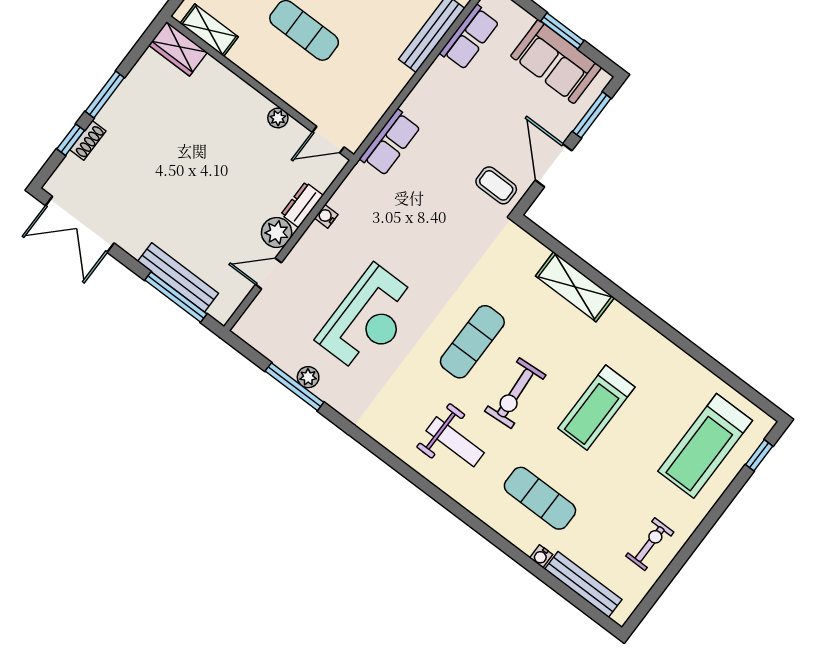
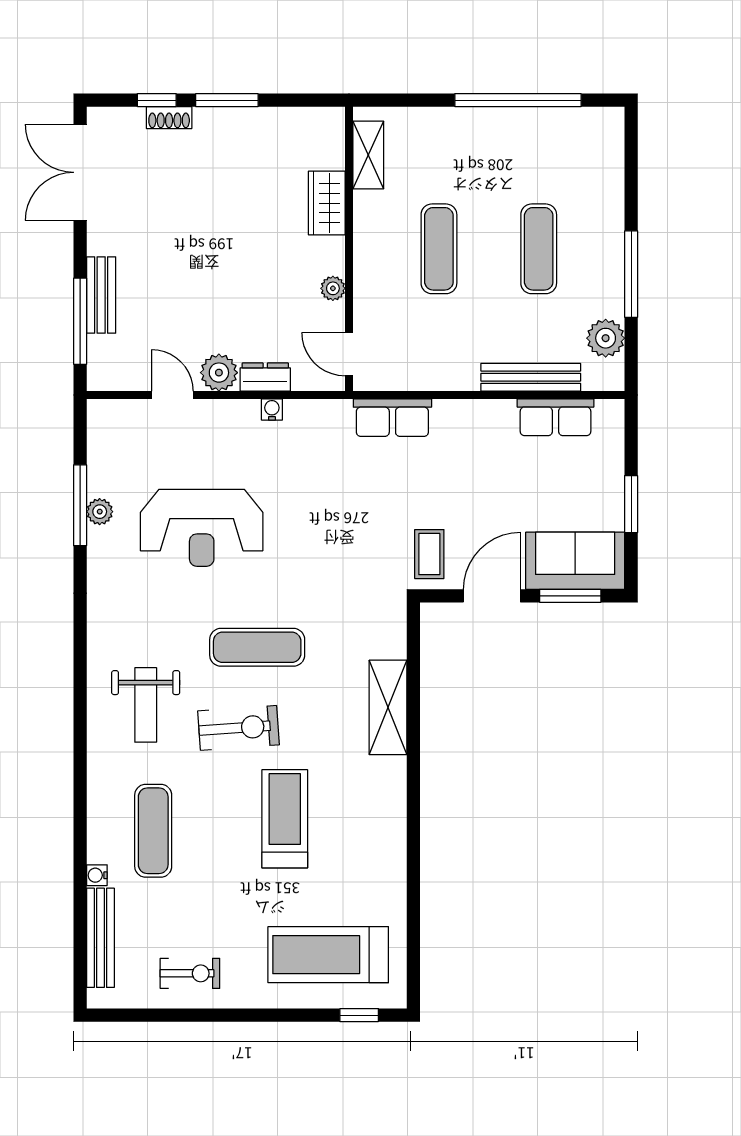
wardrobe: (178, 49) -> (327, 203), moved
sofa: (556, 62) -> (575, 561), moved, turned 90
bench: (178, 277) -> (101, 295), width x0.73
exercise bike: (515, 393) -> (239, 728), turned 180
treadmill: (596, 408) -> (285, 819), turned 90

